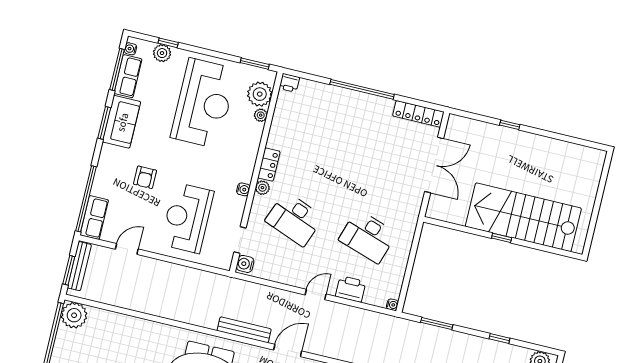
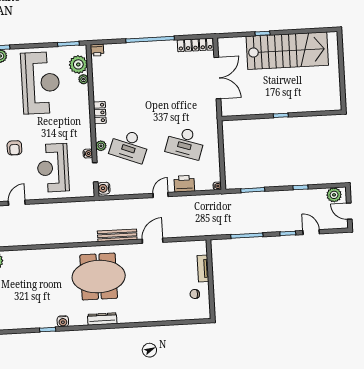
plant: (262, 188) -> (101, 146), moved
water cooler: (243, 189) -> (88, 154), moved
stairs: (523, 217) -> (287, 51), moved, turned 180

